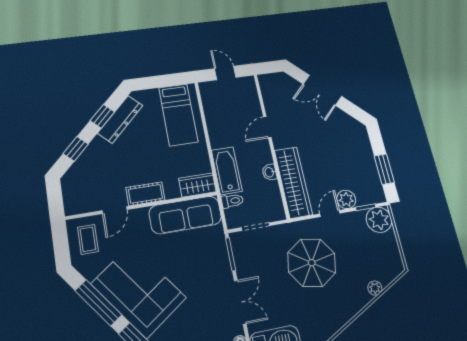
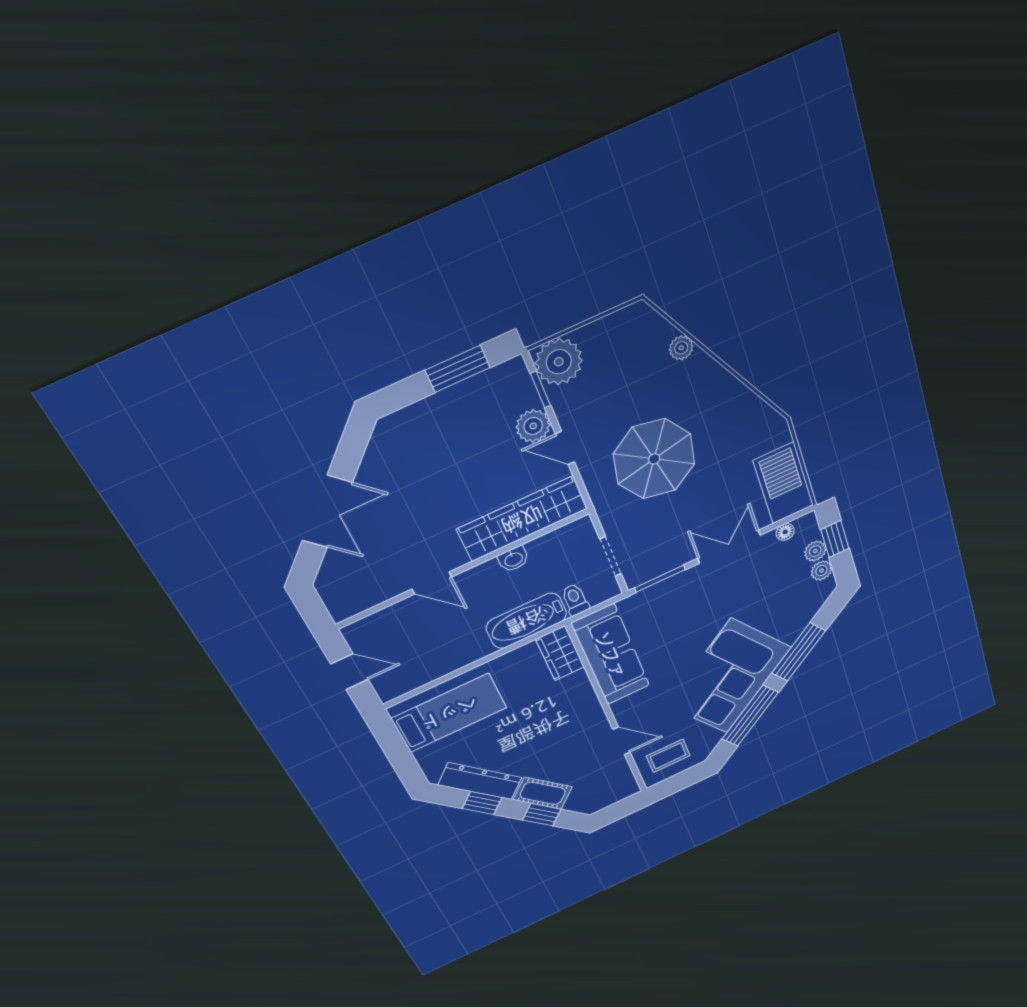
door: (225, 73) -> (350, 672), swing flipped
cot: (145, 194) -> (543, 793), moved, turned -45

